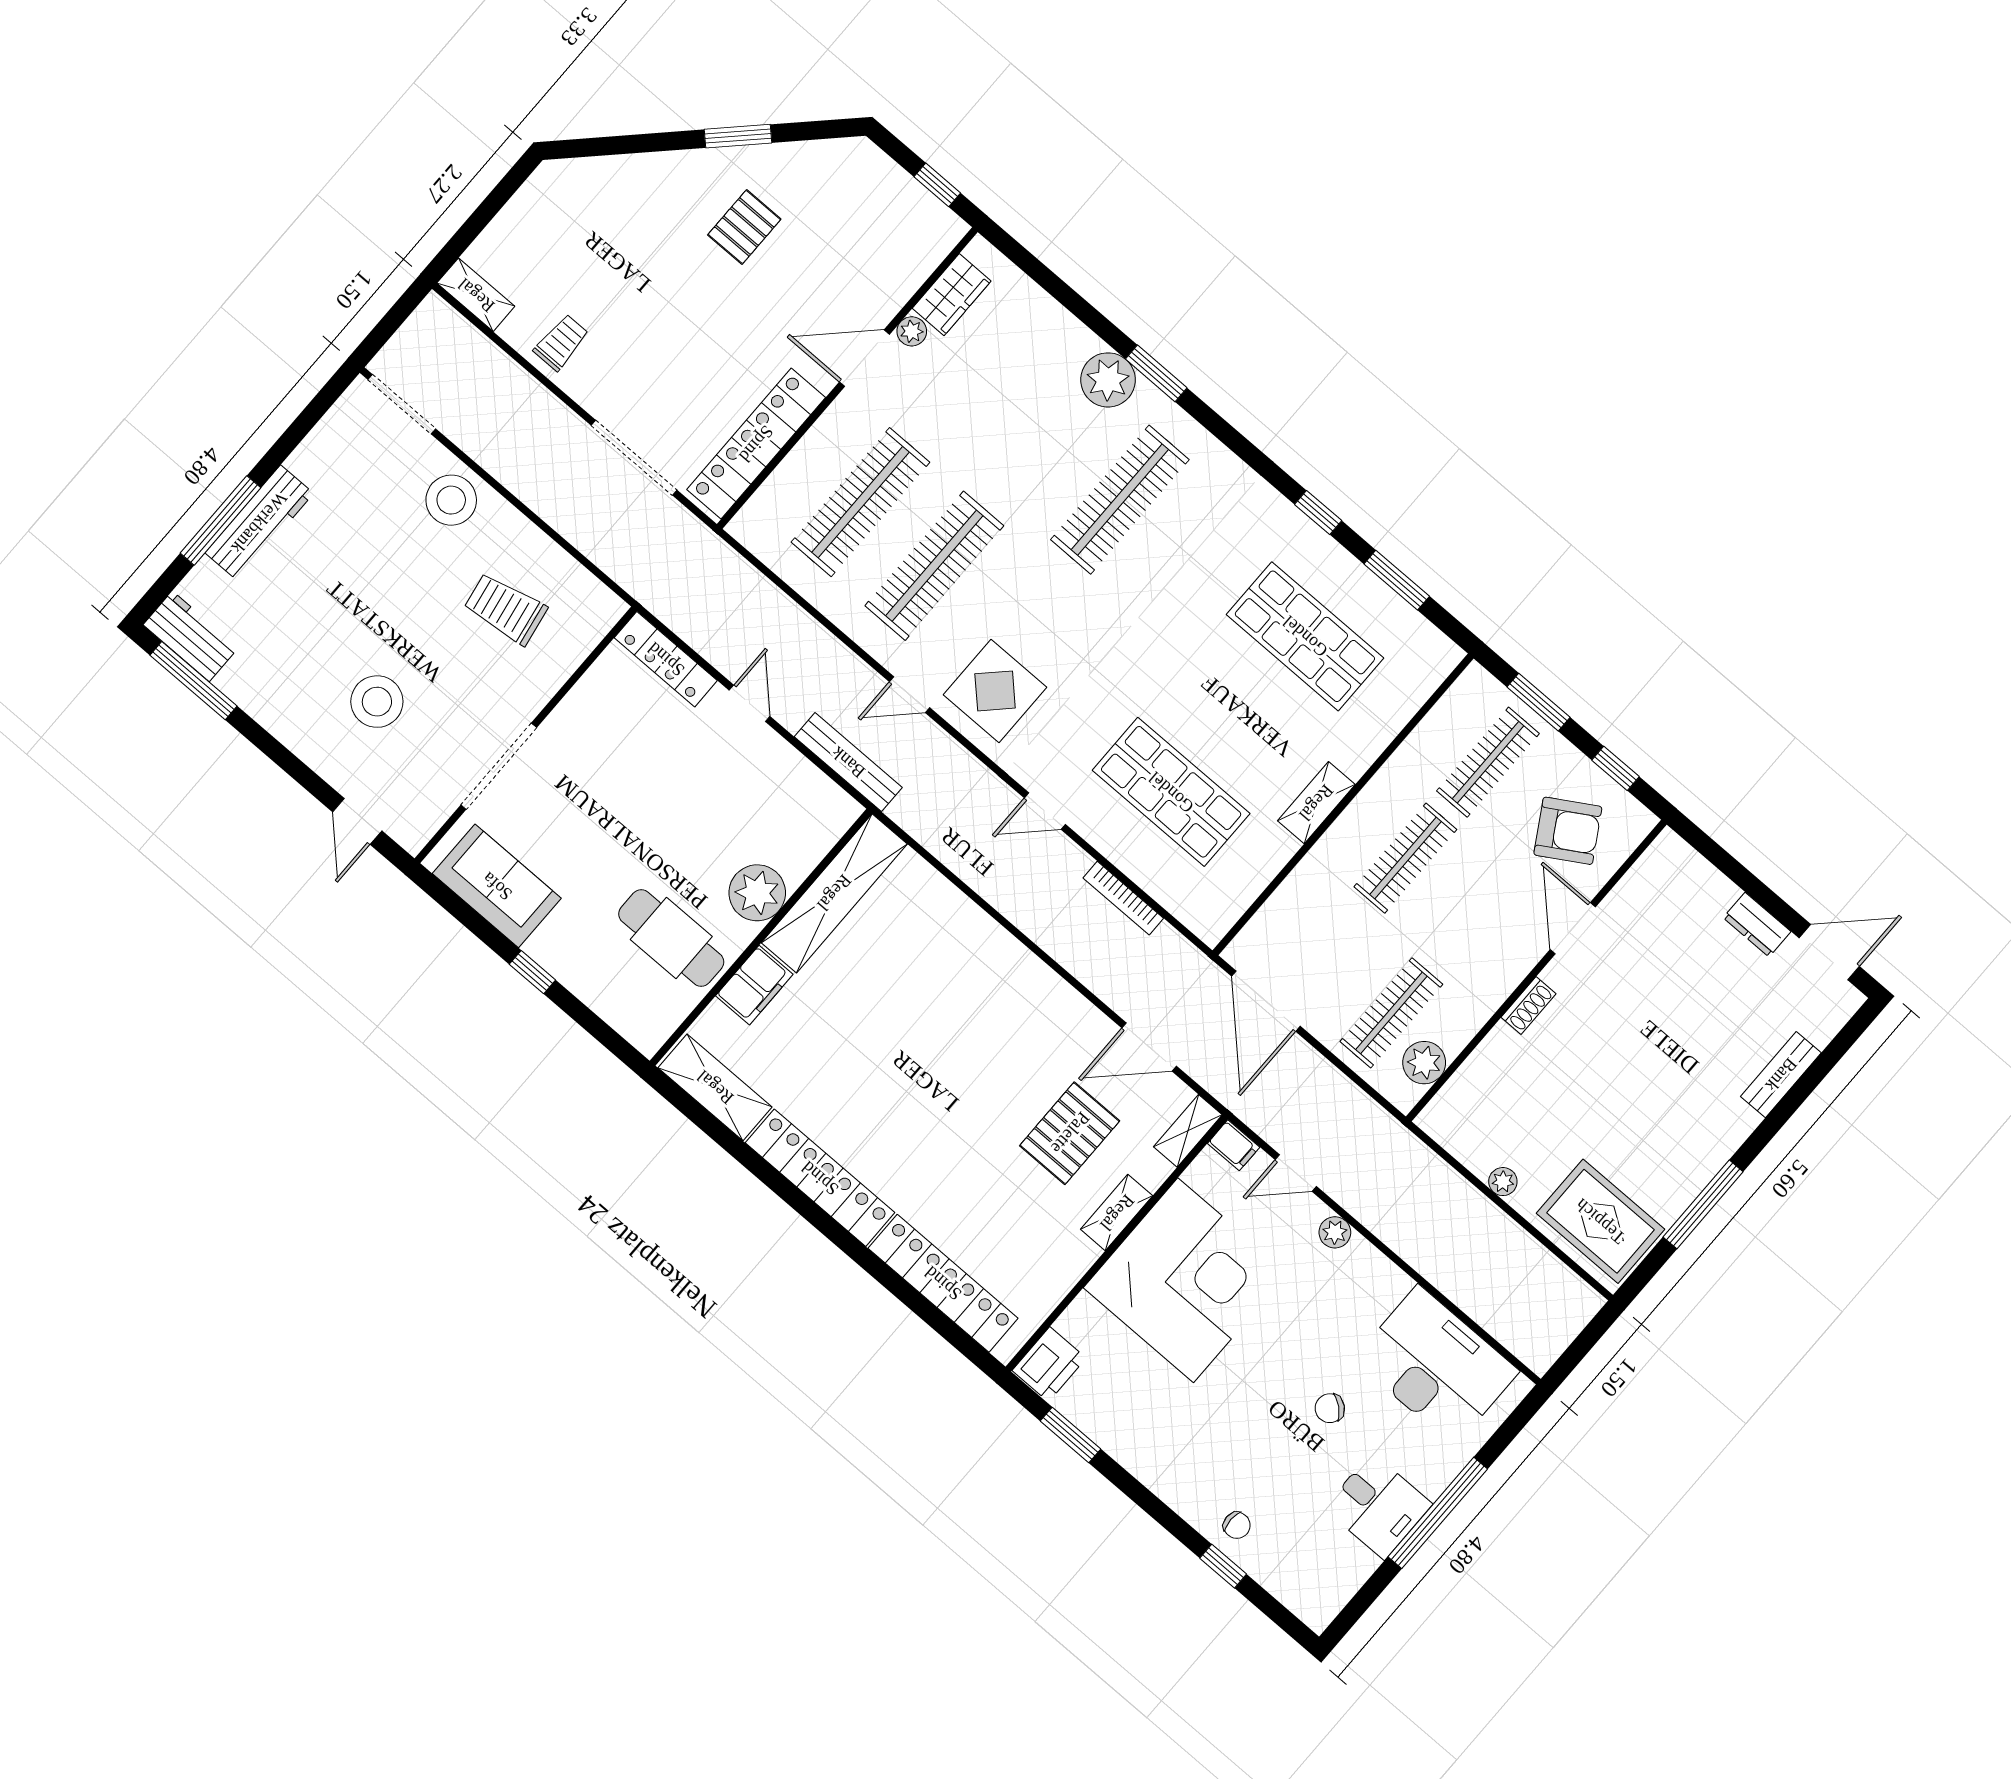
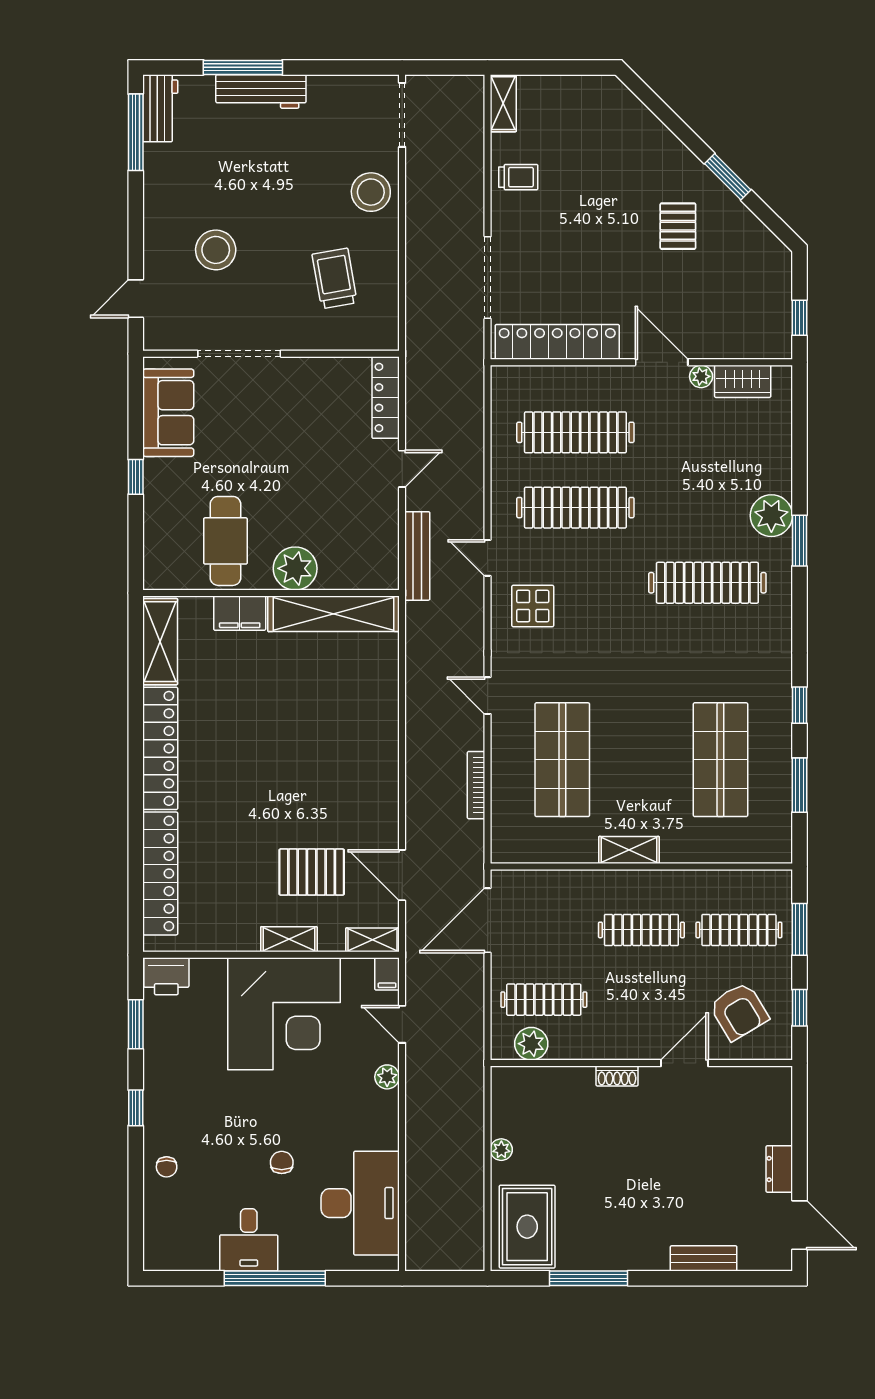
pallet: (744, 227) -> (678, 226), turned 90
display table: (995, 691) -> (533, 606), width x0.73, depth x0.73
chair: (1330, 1408) -> (282, 1162), turned 50
window: (1223, 1566) -> (136, 1108), moved

